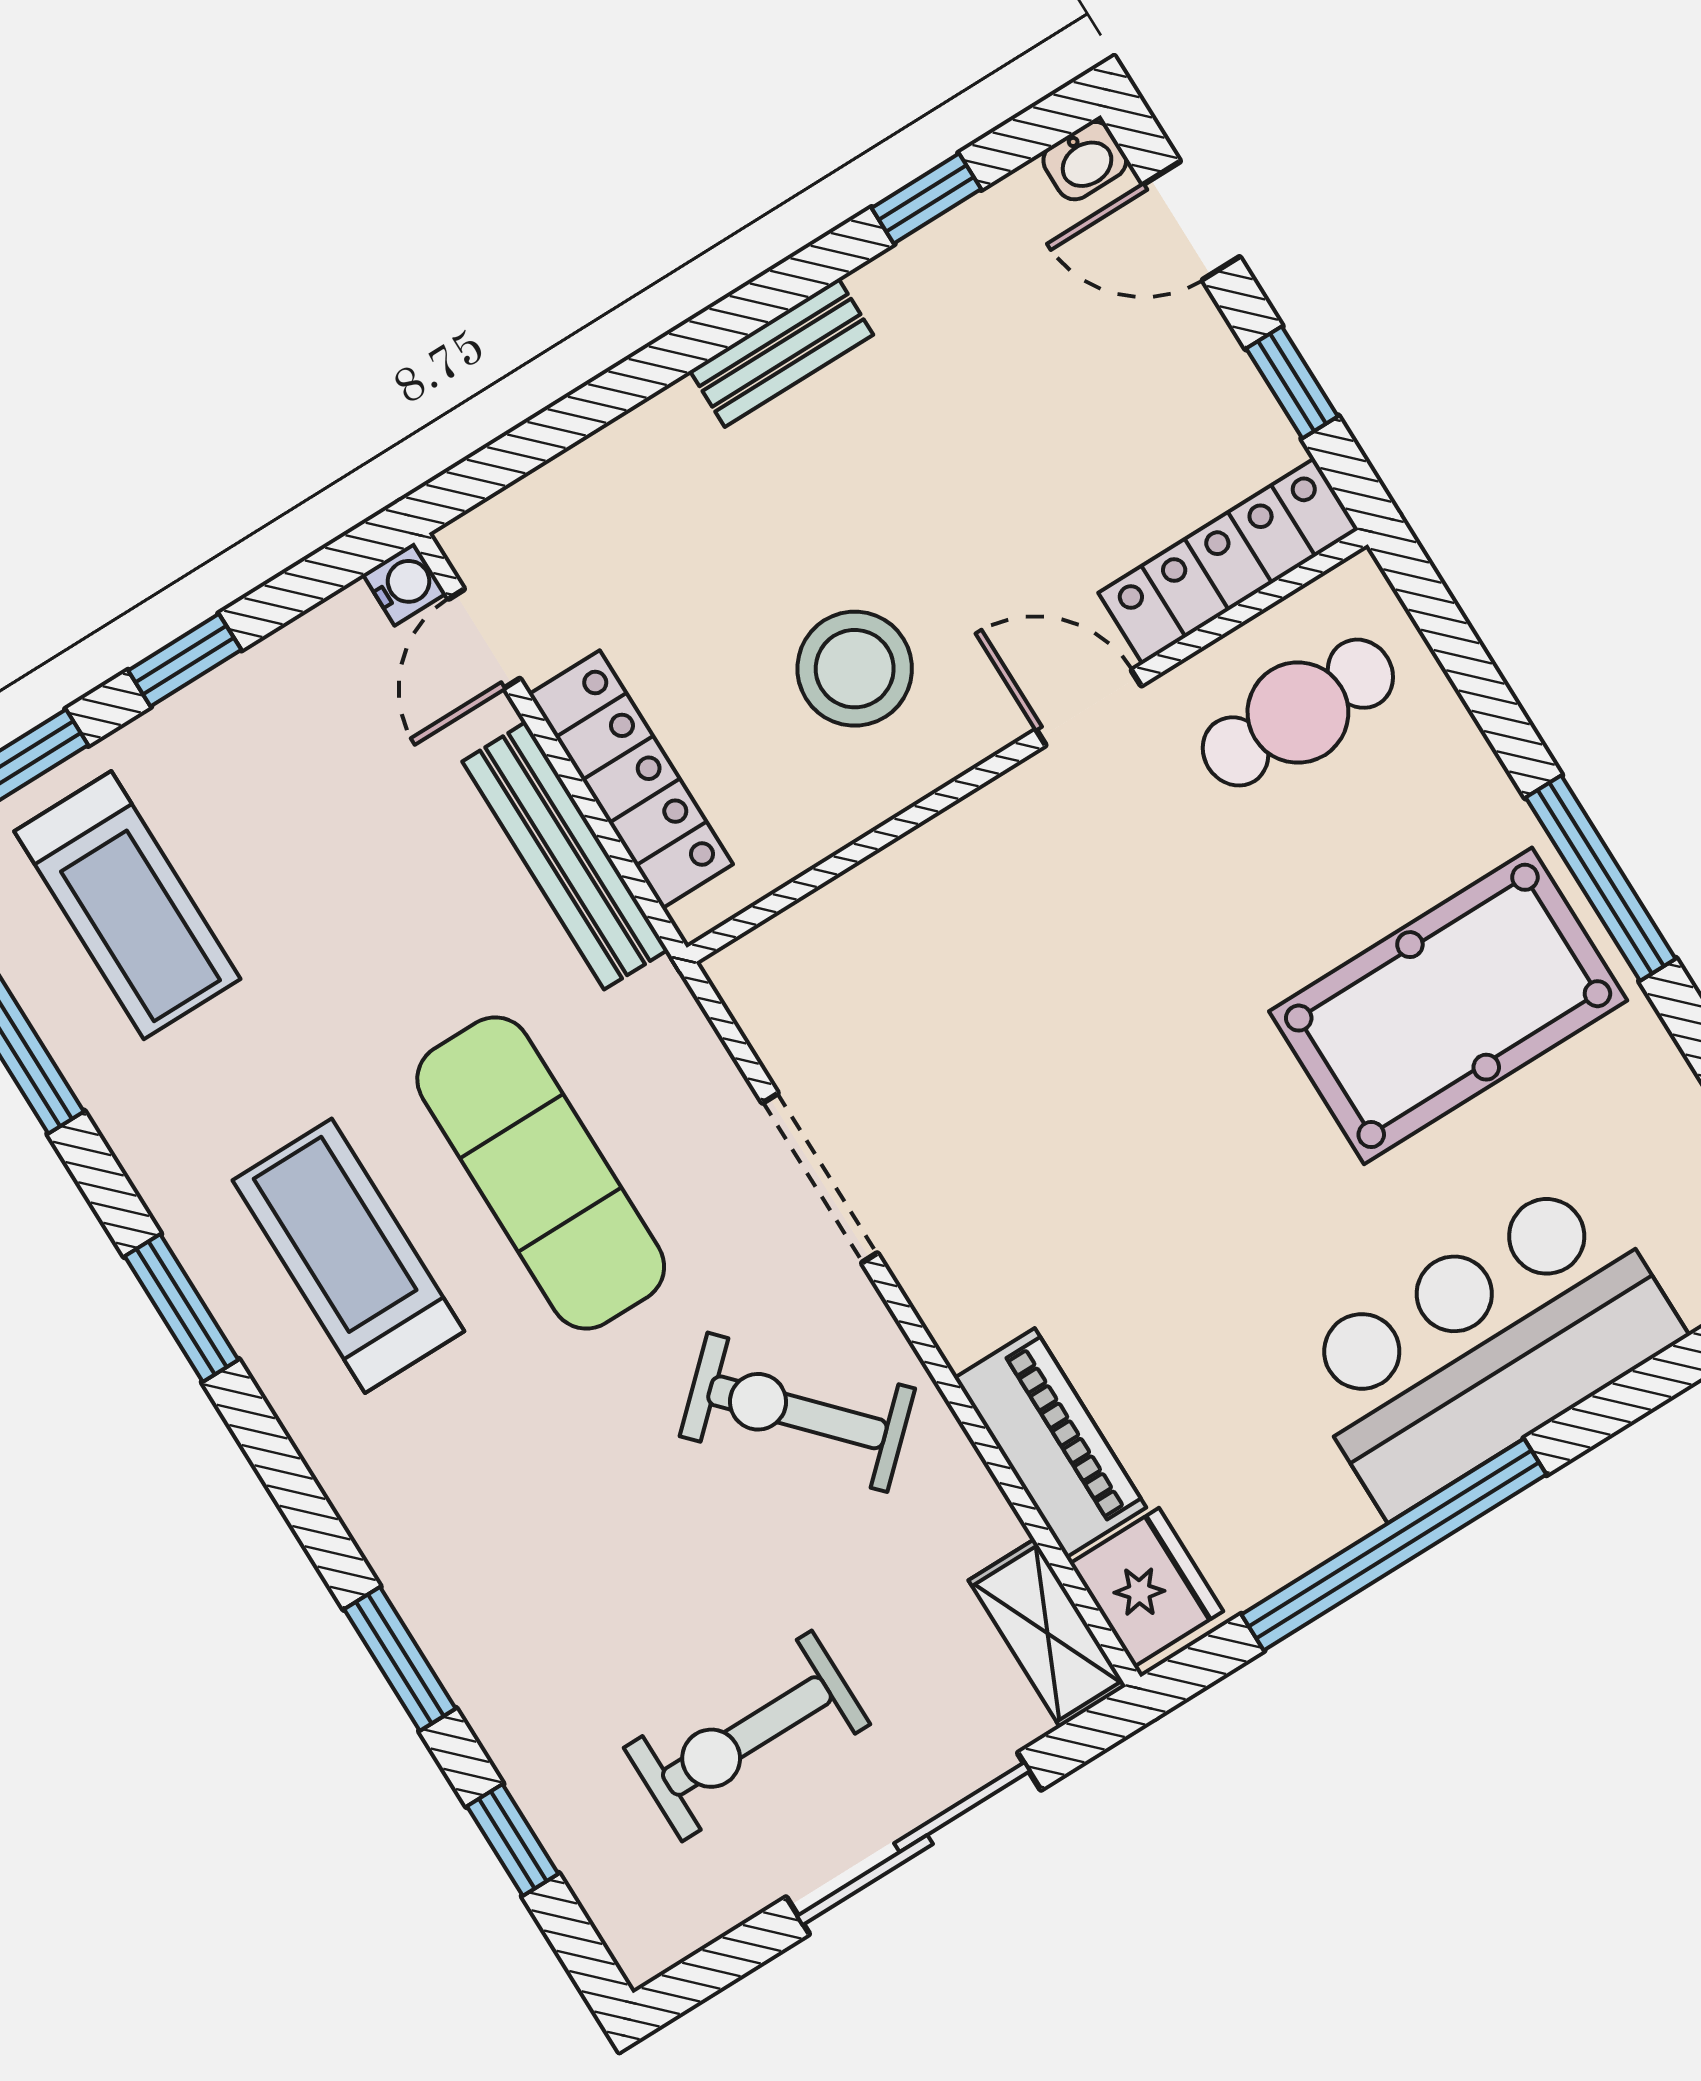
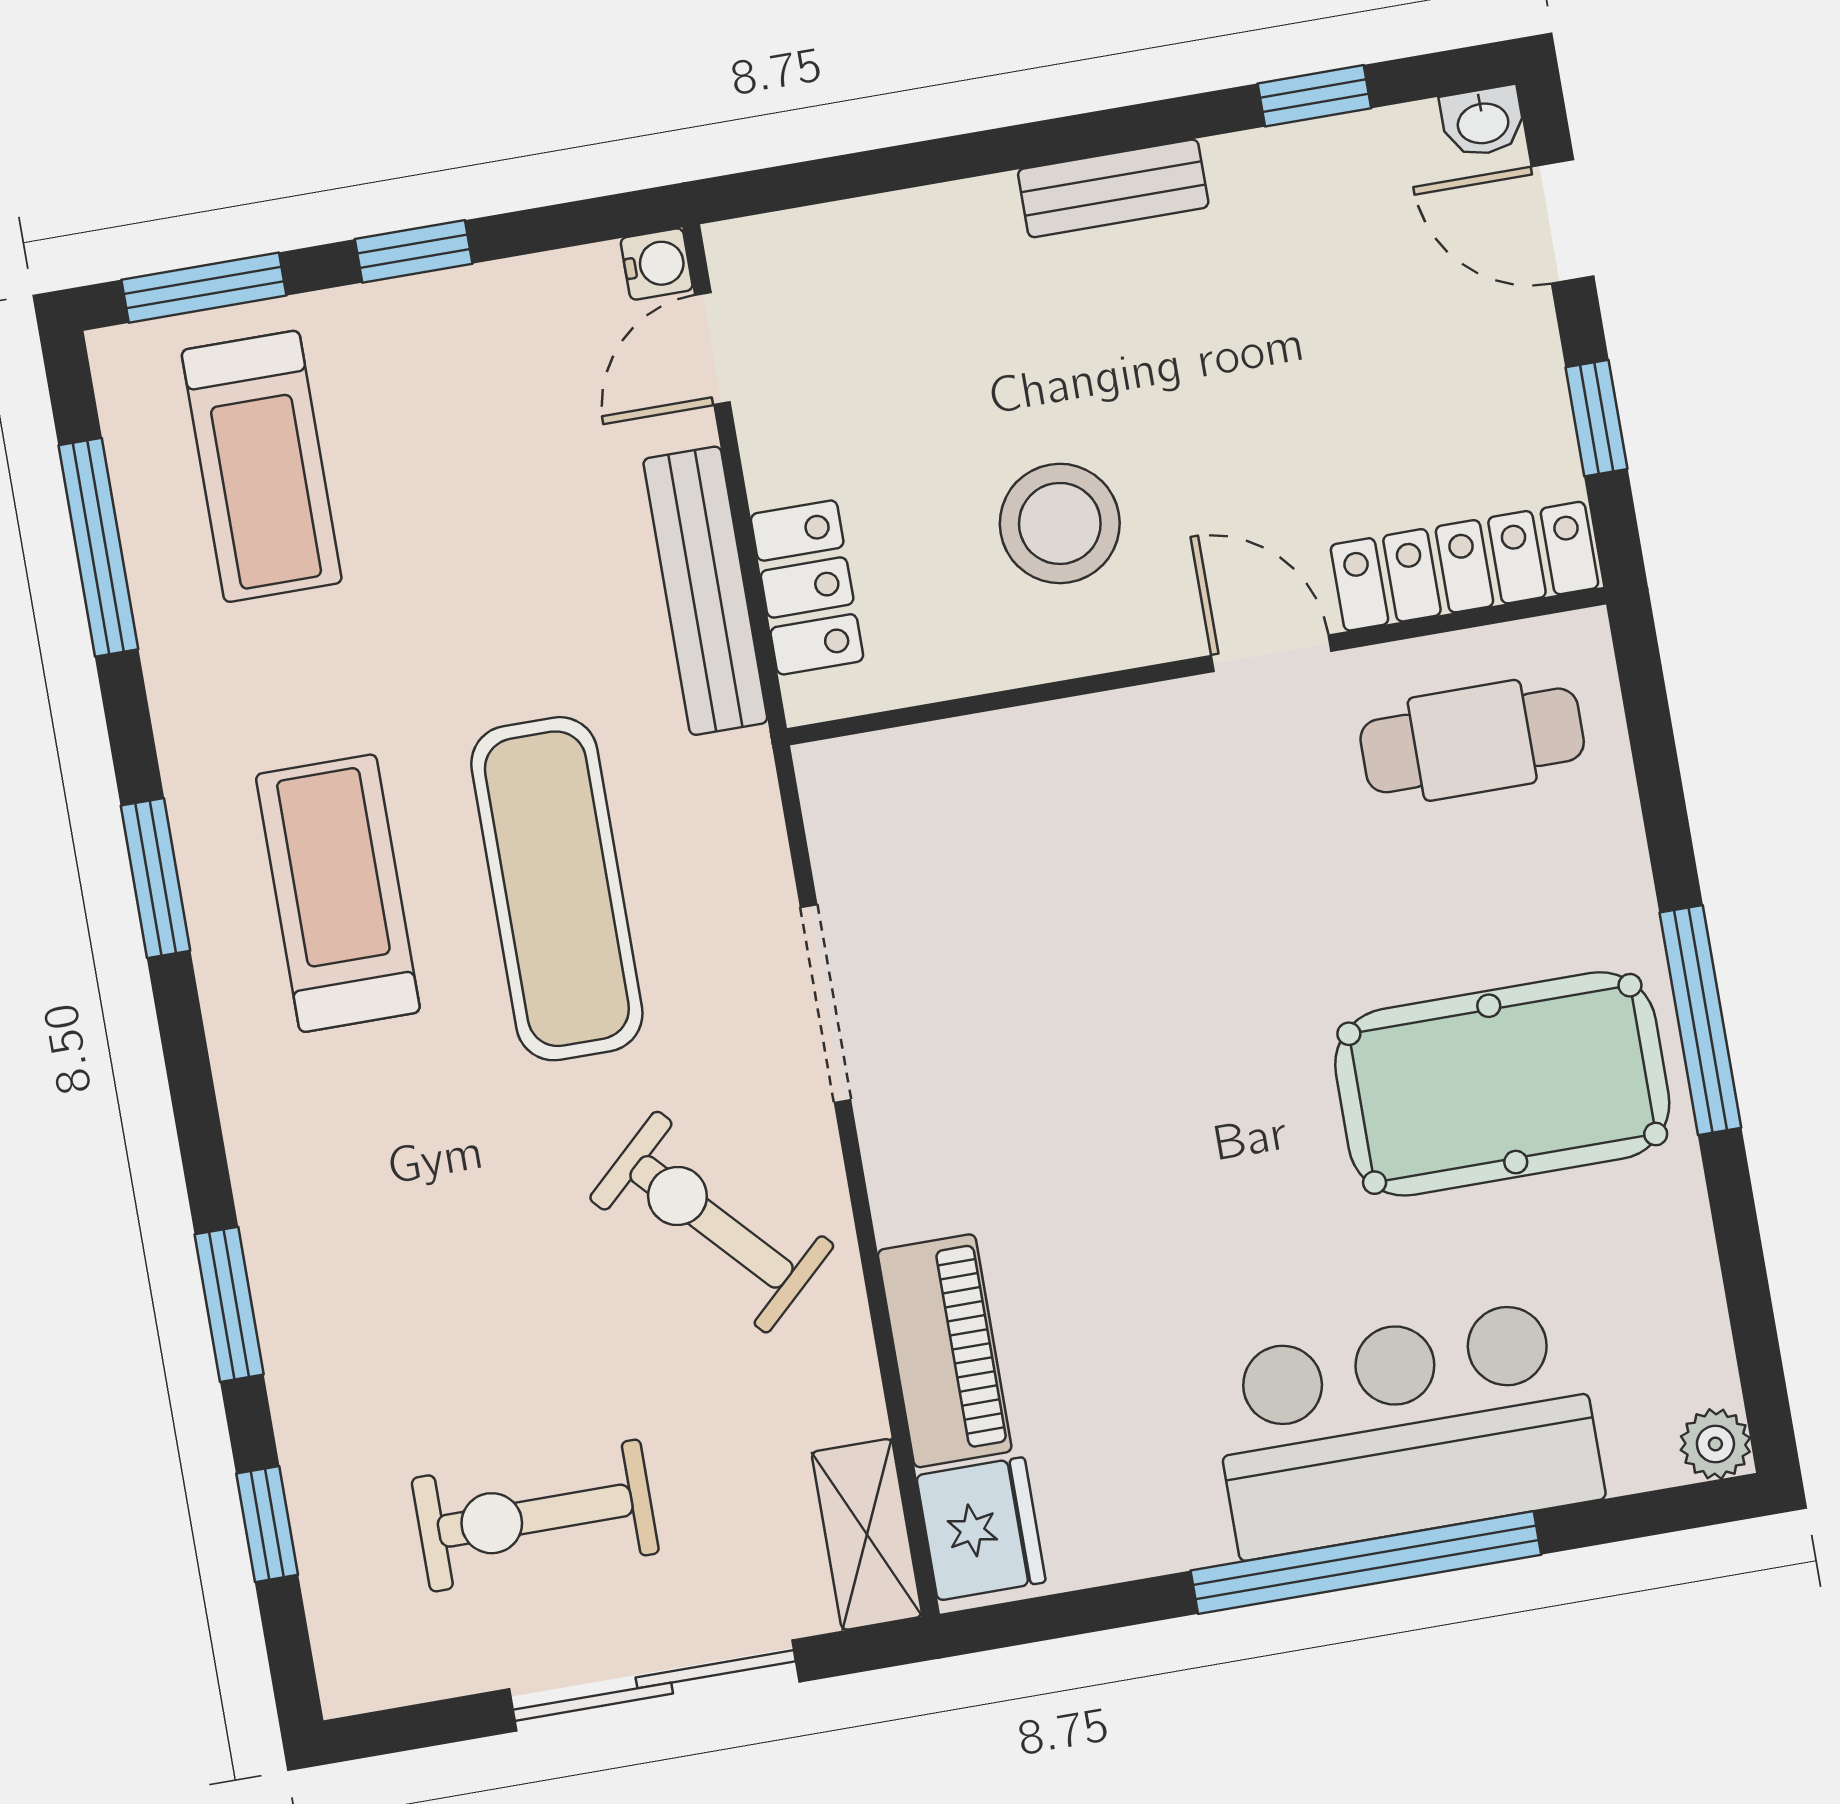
locker: (631, 779) -> (807, 587), width x0.66
window: (1394, 1545) -> (1366, 1563), moved

